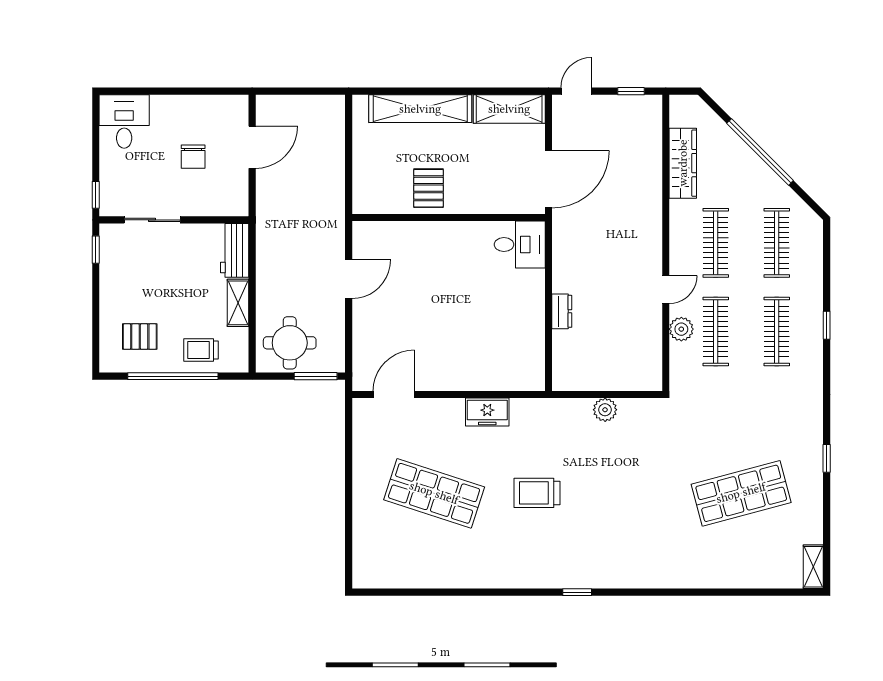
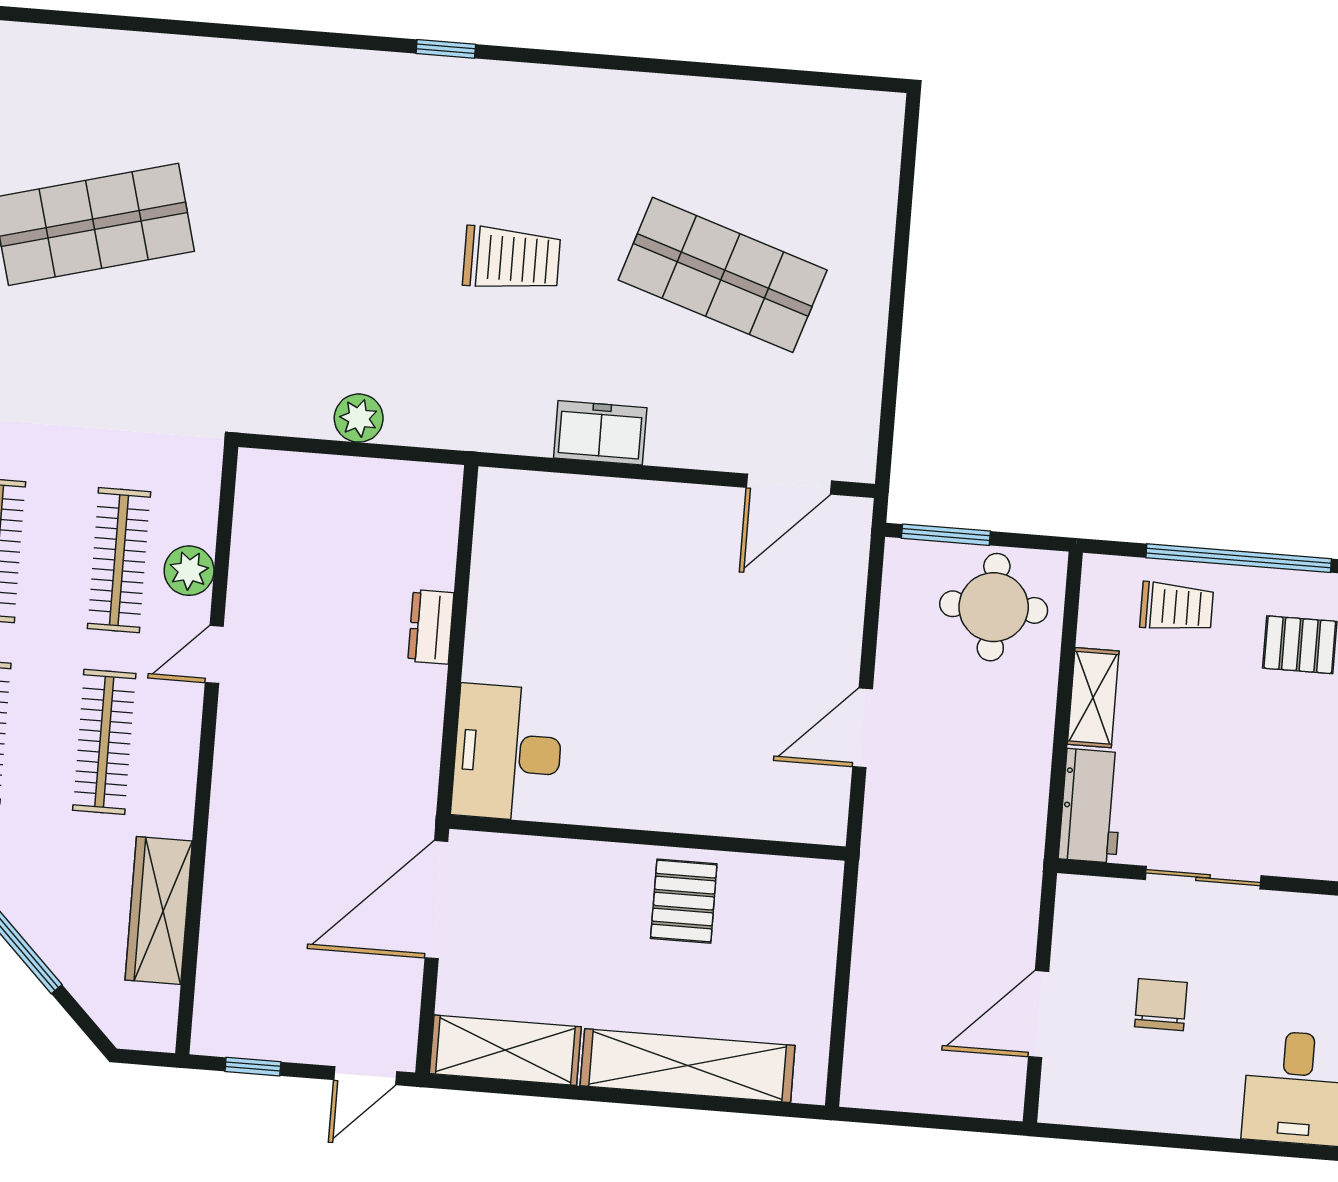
sliding door: (152, 220) -> (1203, 878), moved
desk: (520, 245) -> (508, 753), width x1.37

